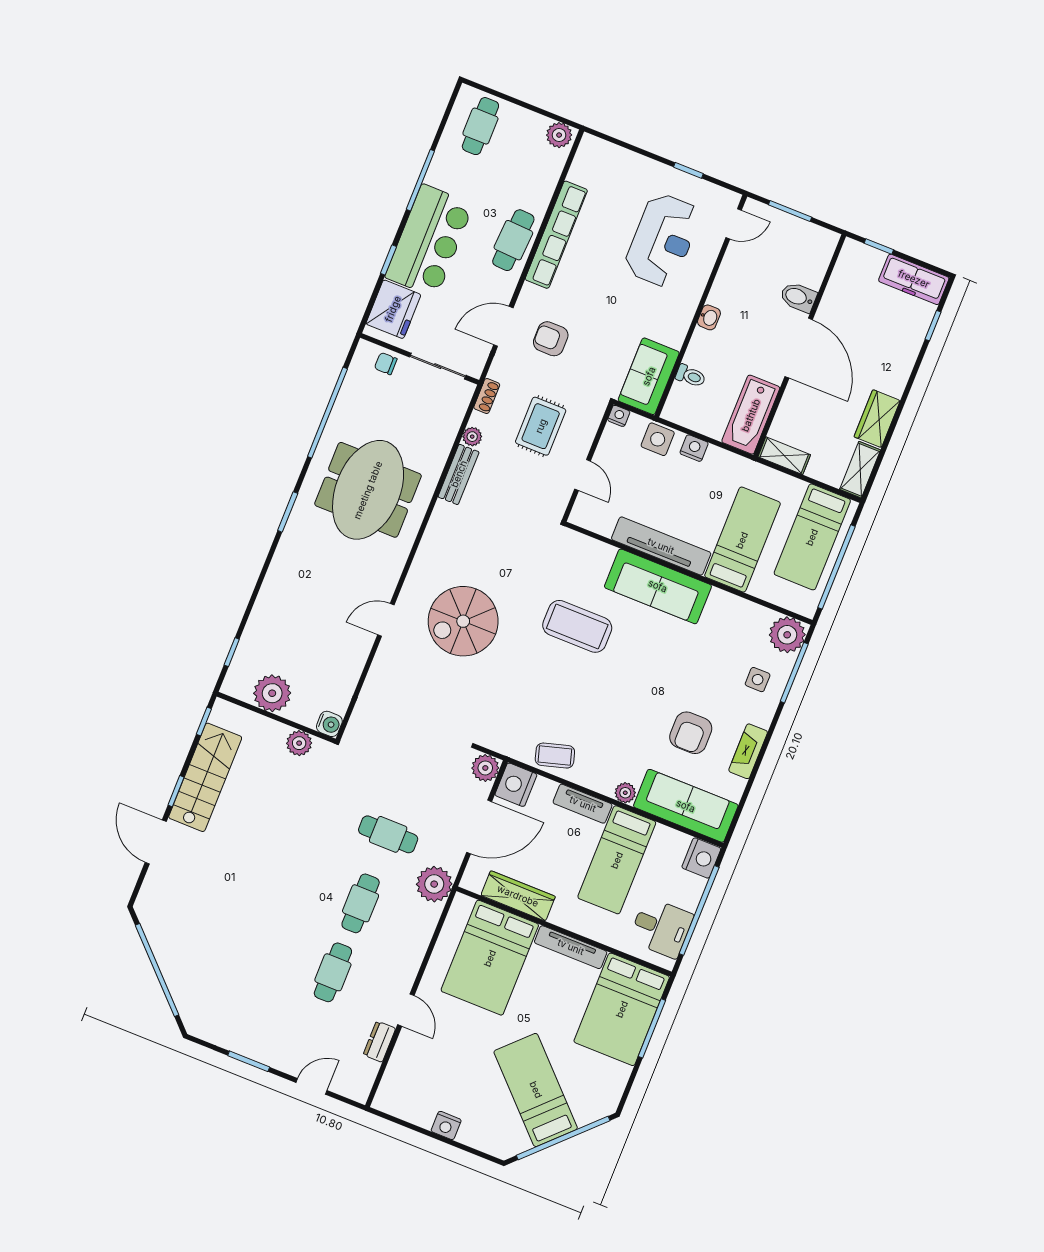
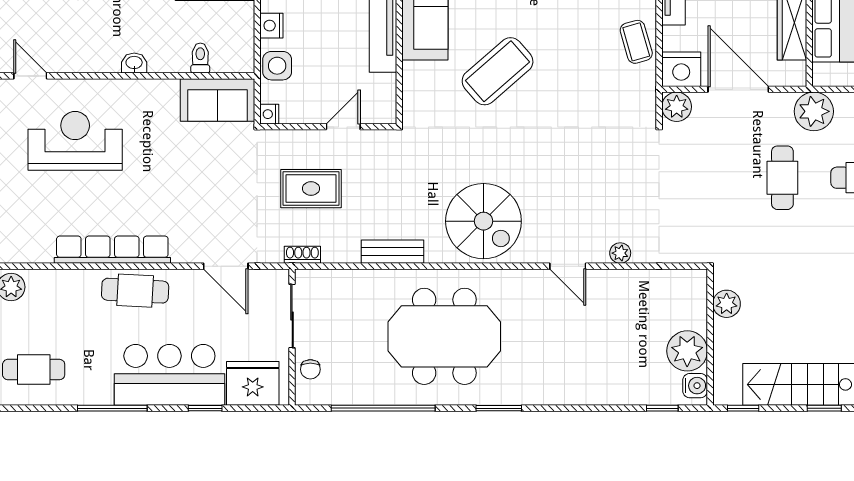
armchair: (551, 339) -> (219, 214), removed
plant: (472, 437) -> (620, 253), moved
spiral stairs: (463, 621) -> (483, 221), moved
coffee table: (577, 626) -> (498, 71), turned 49
water cooler: (329, 724) -> (695, 386), moved, turned 90

